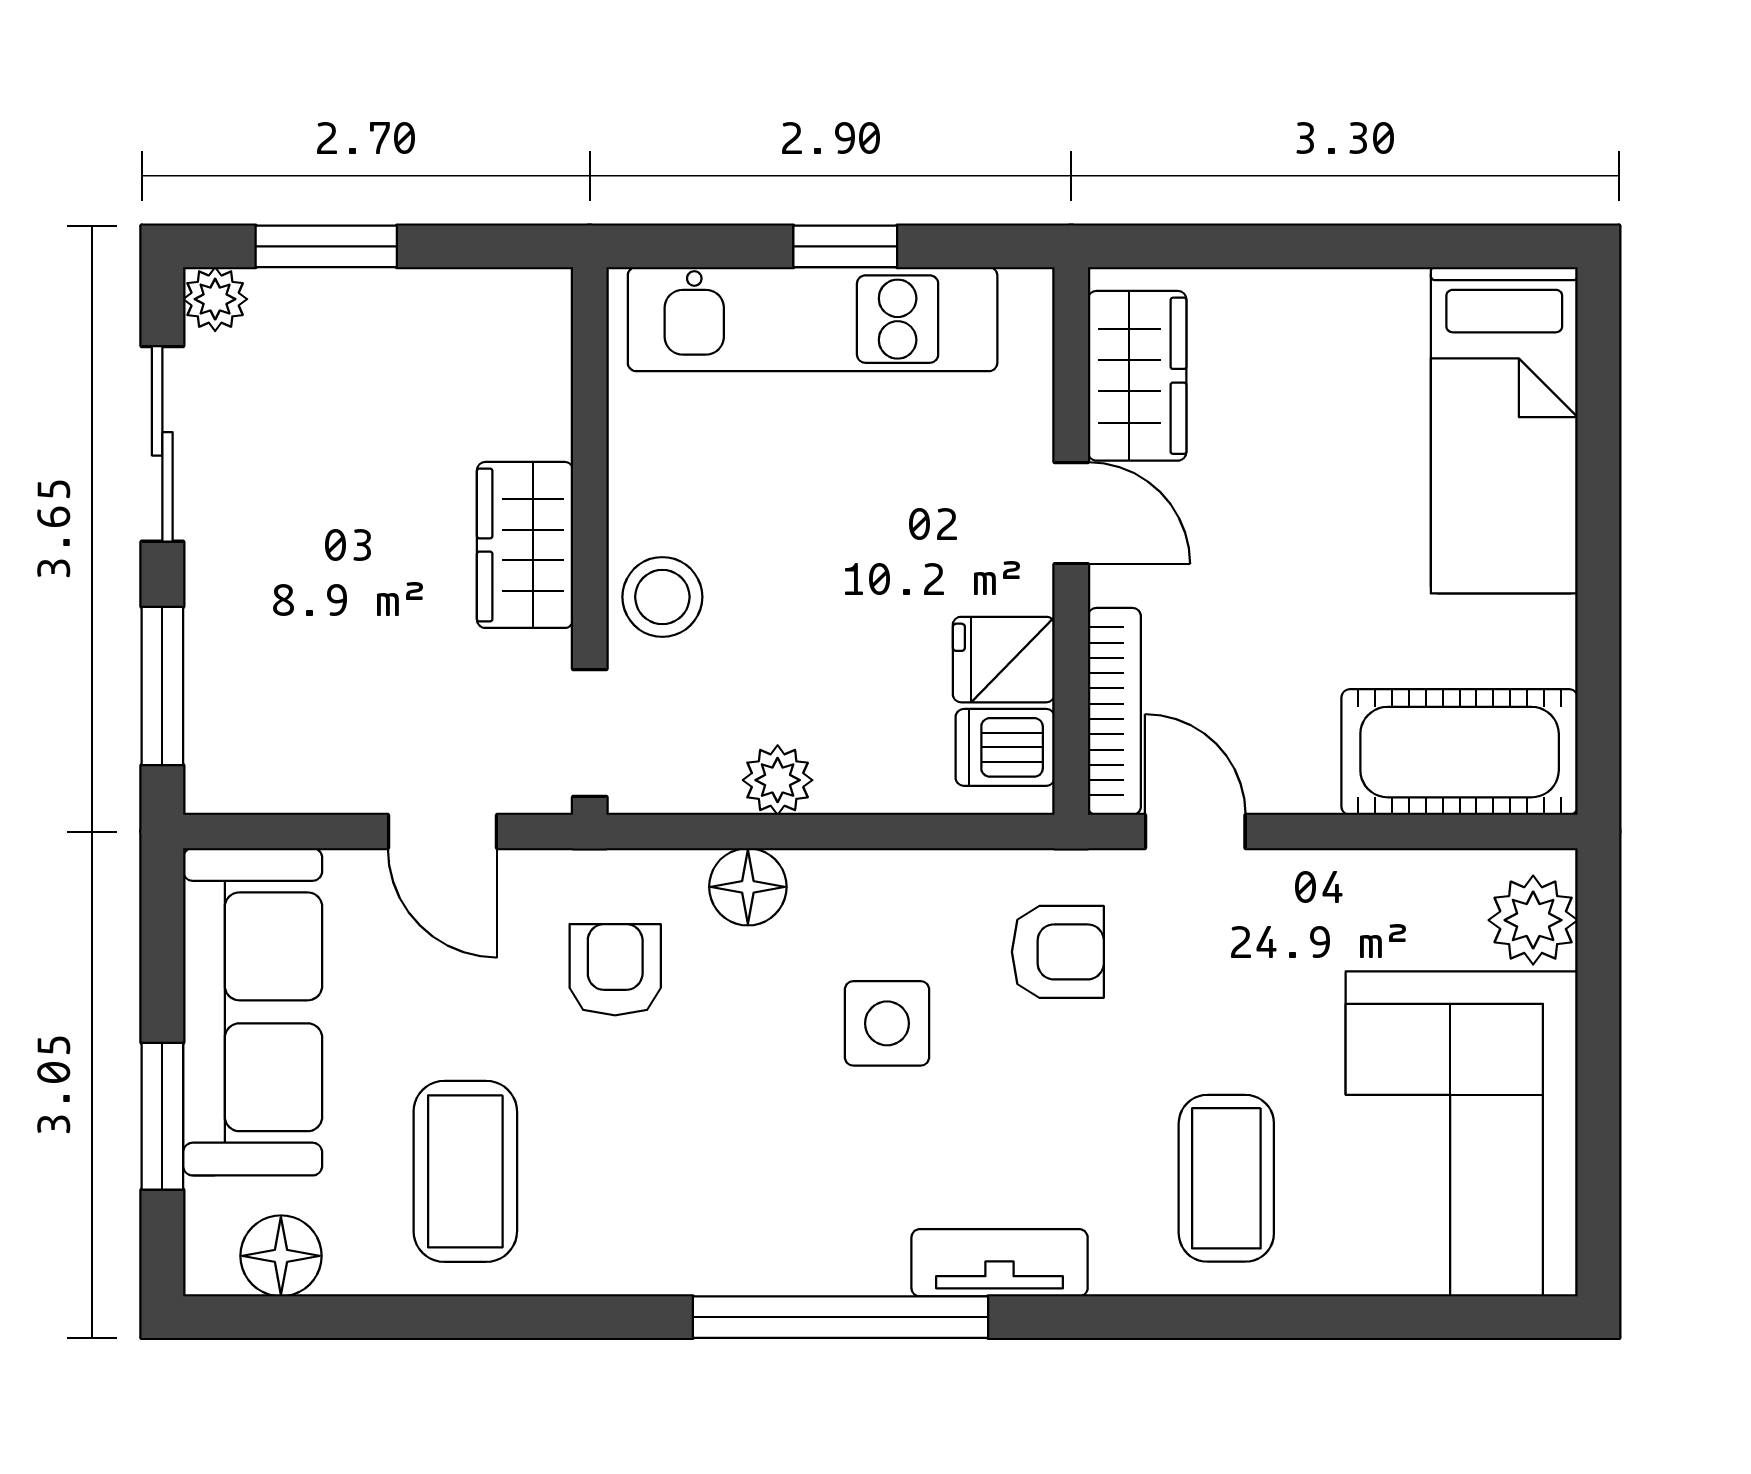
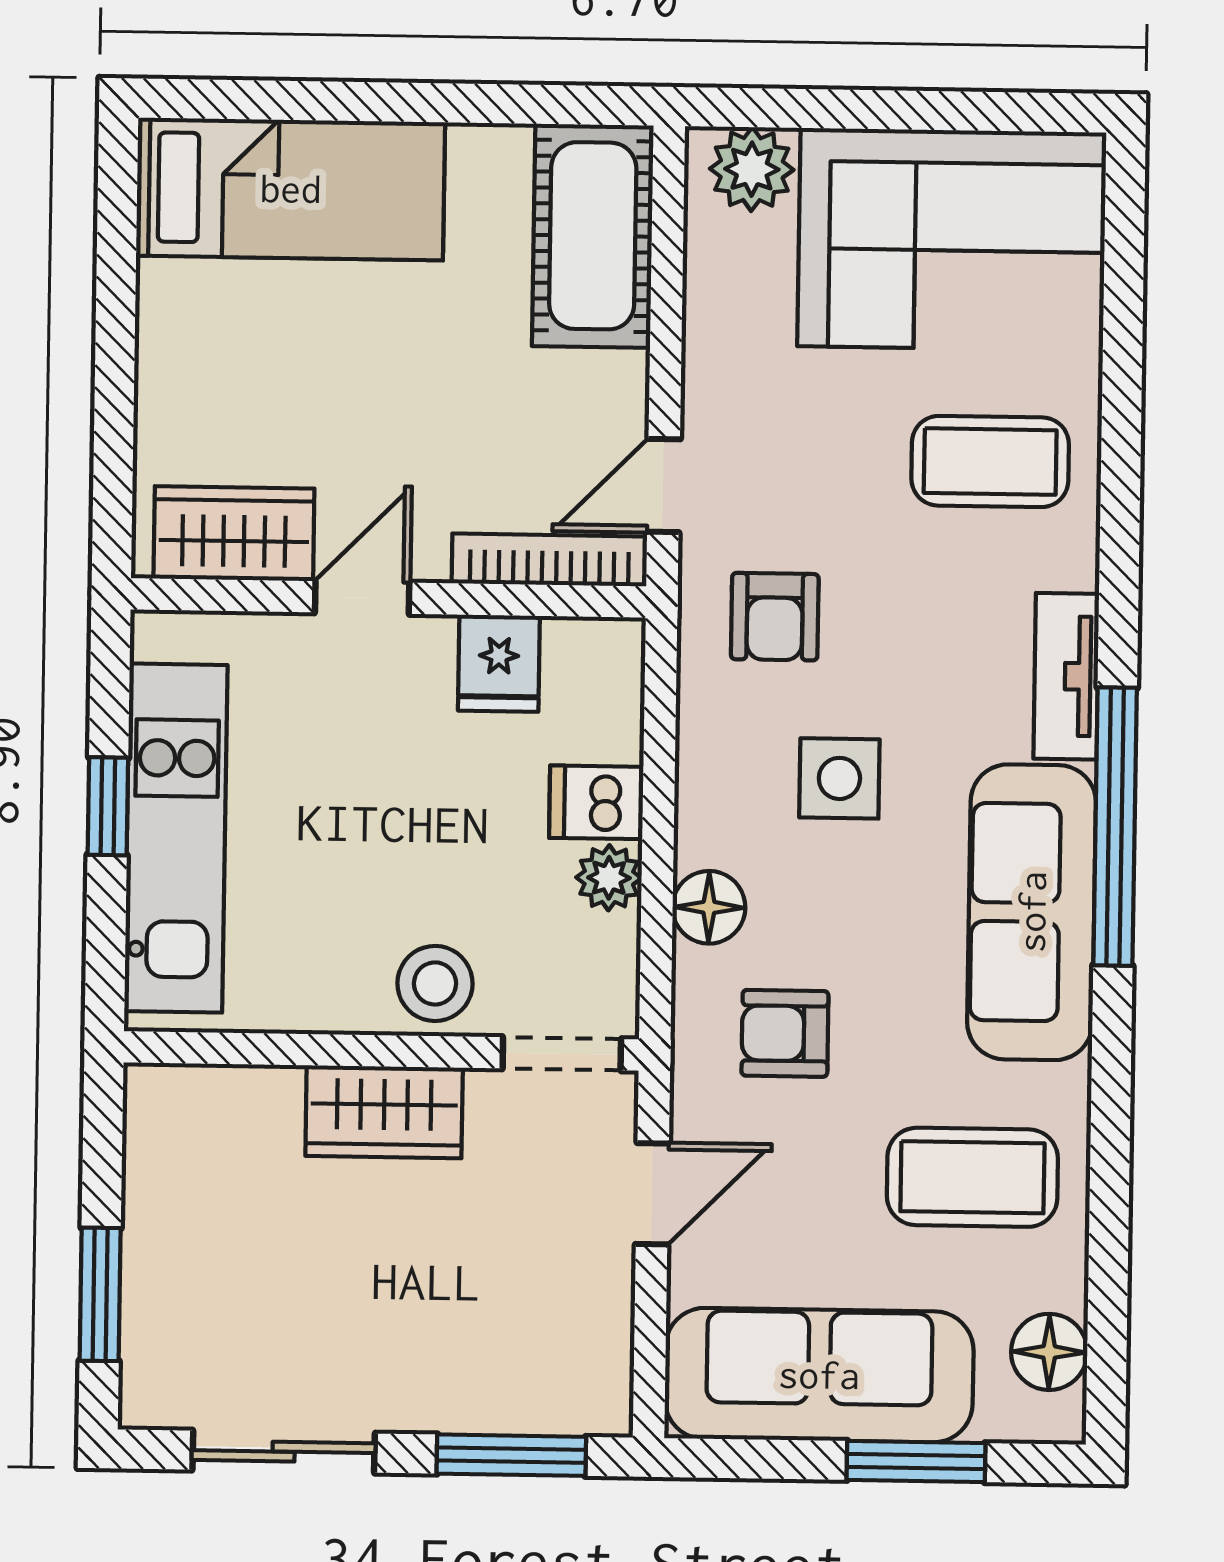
plant: (215, 299) -> (148, 1400), removed
dishwasher: (1005, 747) -> (596, 802), moved, turned 90
armchair: (1058, 952) -> (775, 617), turned 180
sofa: (748, 1230) -> (1032, 912), added

